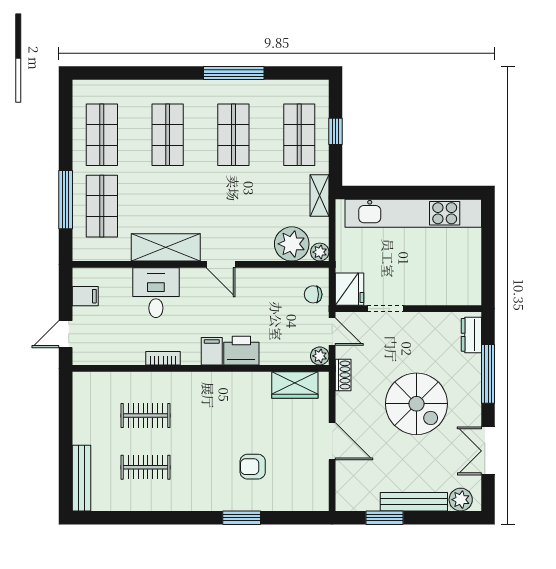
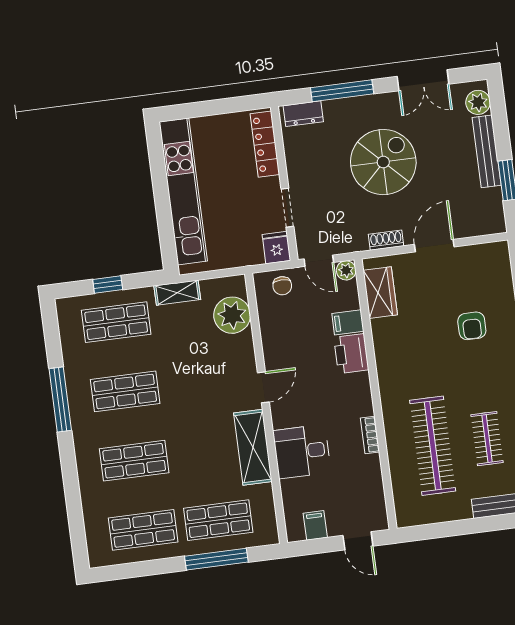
plant: (320, 252) -> (237, 285), removed
fridge: (349, 289) -> (276, 248), width x0.72
locker: (448, 295) -> (265, 144), added
door: (332, 332) -> (319, 261), swing flipped
filing cabinet: (212, 351) -> (348, 322), moved
shoe rack: (343, 375) -> (386, 240), moved
clothes rail: (145, 416) -> (433, 446), width x1.86, depth x1.31

